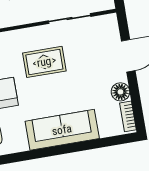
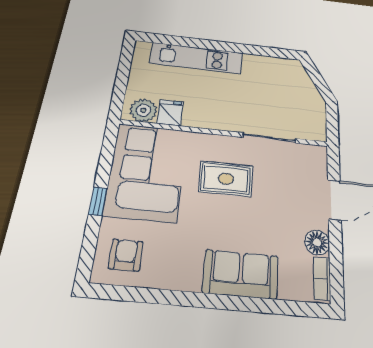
sofa: (62, 130) -> (241, 274), width x0.73

